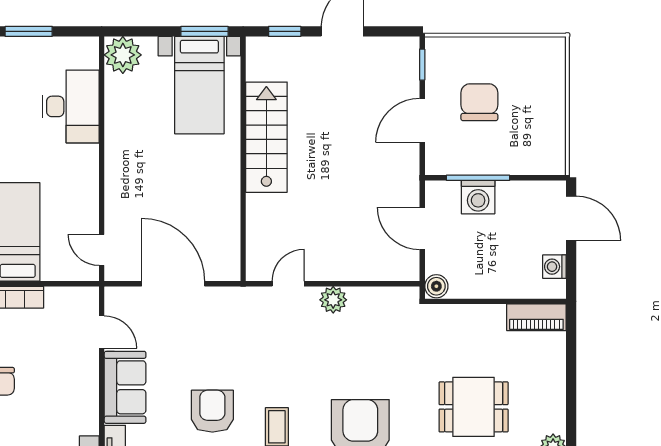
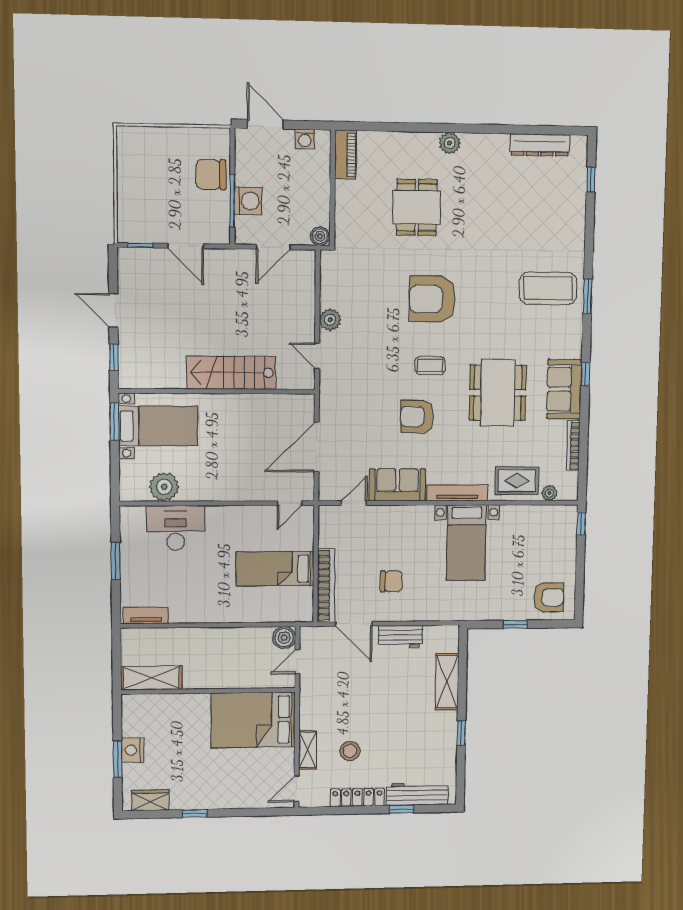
plant: (123, 55) -> (164, 487), moved
chair: (479, 102) -> (211, 175), moved
stairs: (266, 137) -> (231, 373), moved
door: (571, 218) -> (266, 124), hinge flipped

